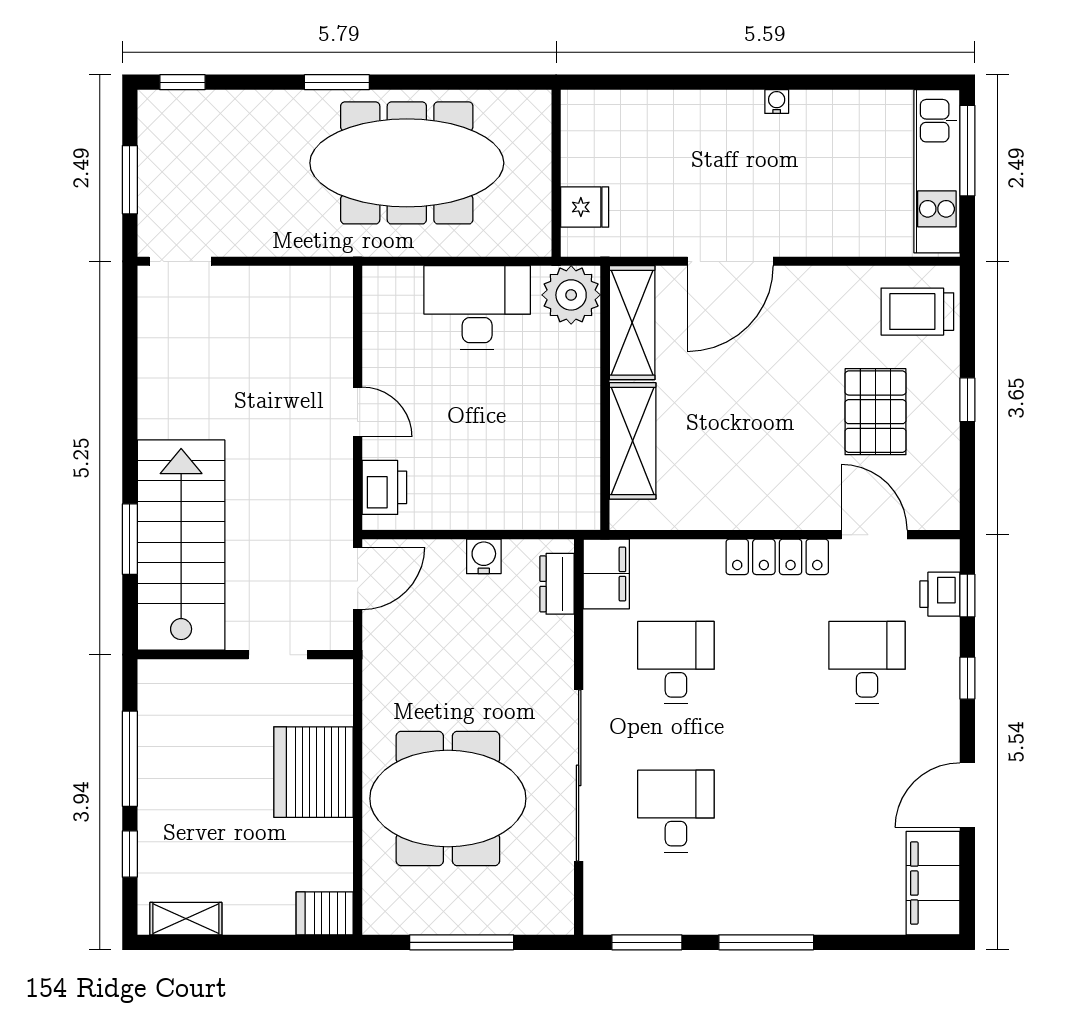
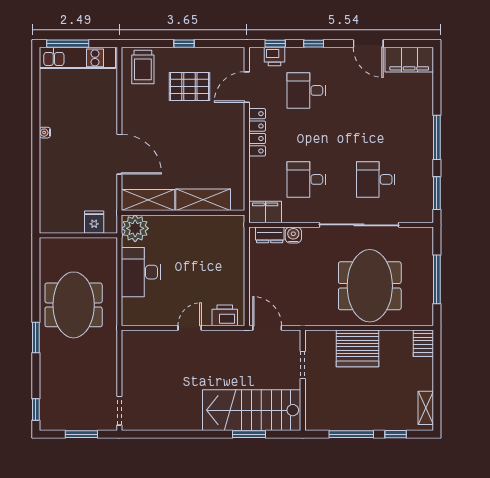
meeting table: (407, 163) -> (74, 305), width x0.73
water cooler: (484, 556) -> (293, 235), moved, turned 90

